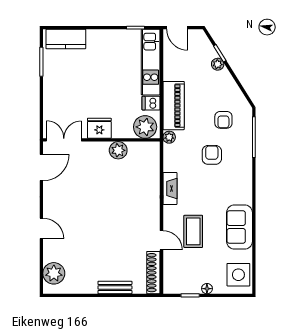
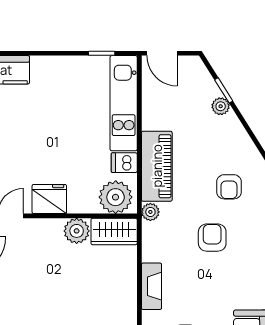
wardrobe: (144, 151) -> (114, 231), added

